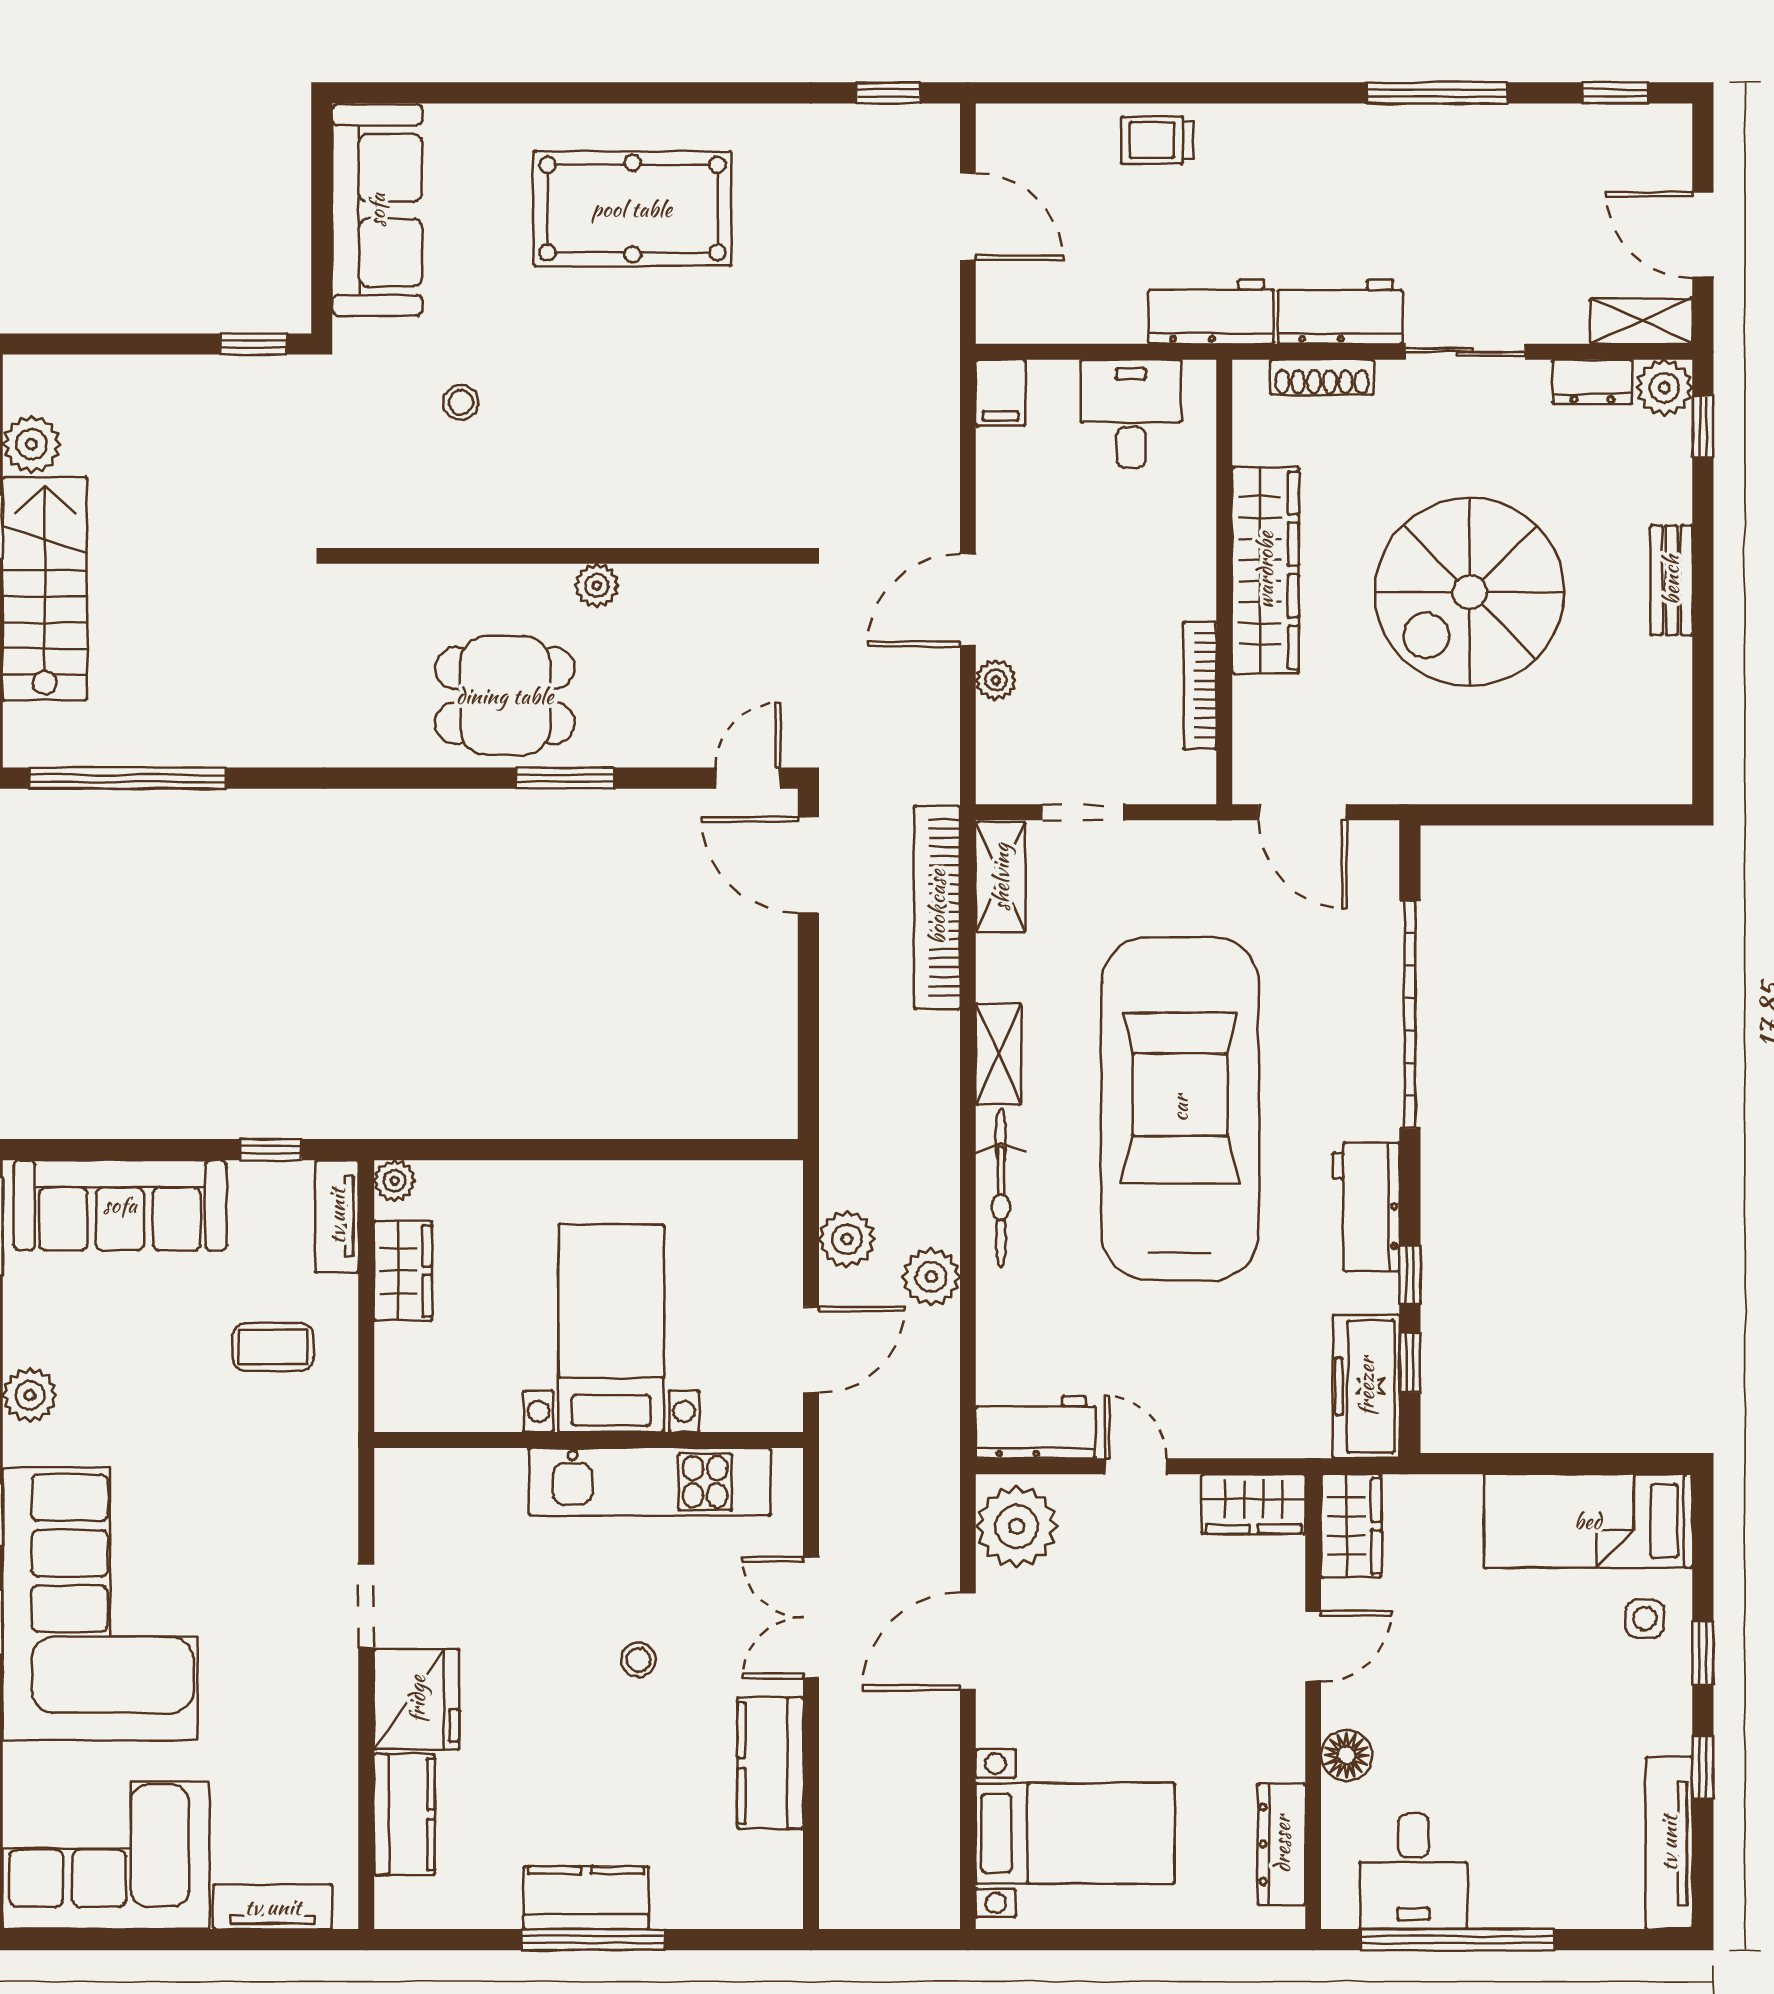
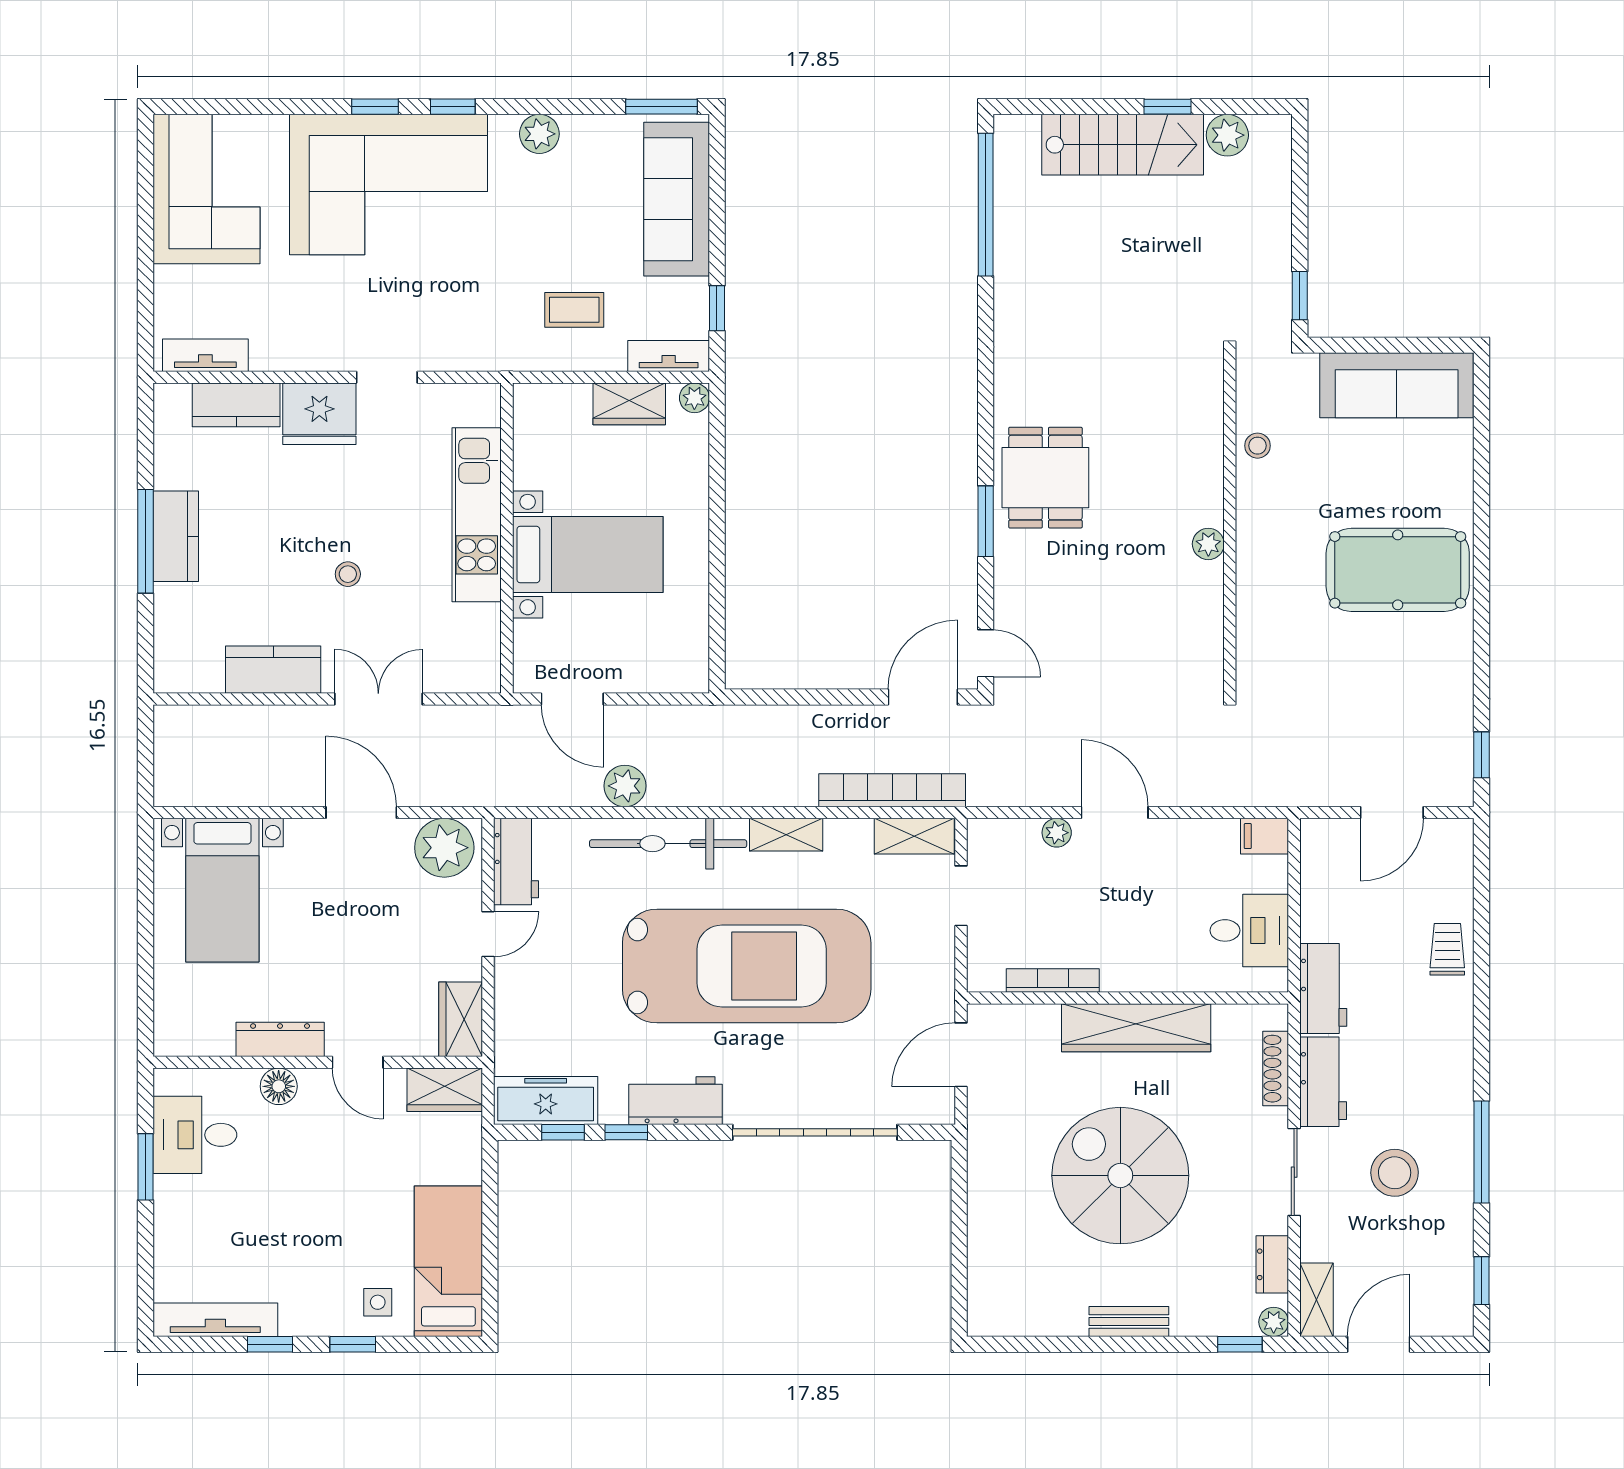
pool table: (632, 209) -> (1398, 570), turned 90
stool: (1466, 213) -> (1395, 1173), added
plant: (1664, 388) -> (1274, 1322), width x0.73, depth x0.73
wall: (568, 556) -> (1230, 523), moved
plant: (597, 586) -> (1208, 544), moved
bicycle: (1001, 1188) -> (668, 844), width x1.37, depth x1.40
plant: (847, 1239) -> (652, 725), removed
coffee table: (273, 1347) -> (574, 310), turned 90
kitchen unit: (650, 1482) -> (477, 515), moved
dresser: (1282, 1844) -> (280, 1039), moved
tv unit: (273, 1907) -> (205, 355), moved, turned -90
window: (1458, 1940) -> (145, 1167), width x0.47

